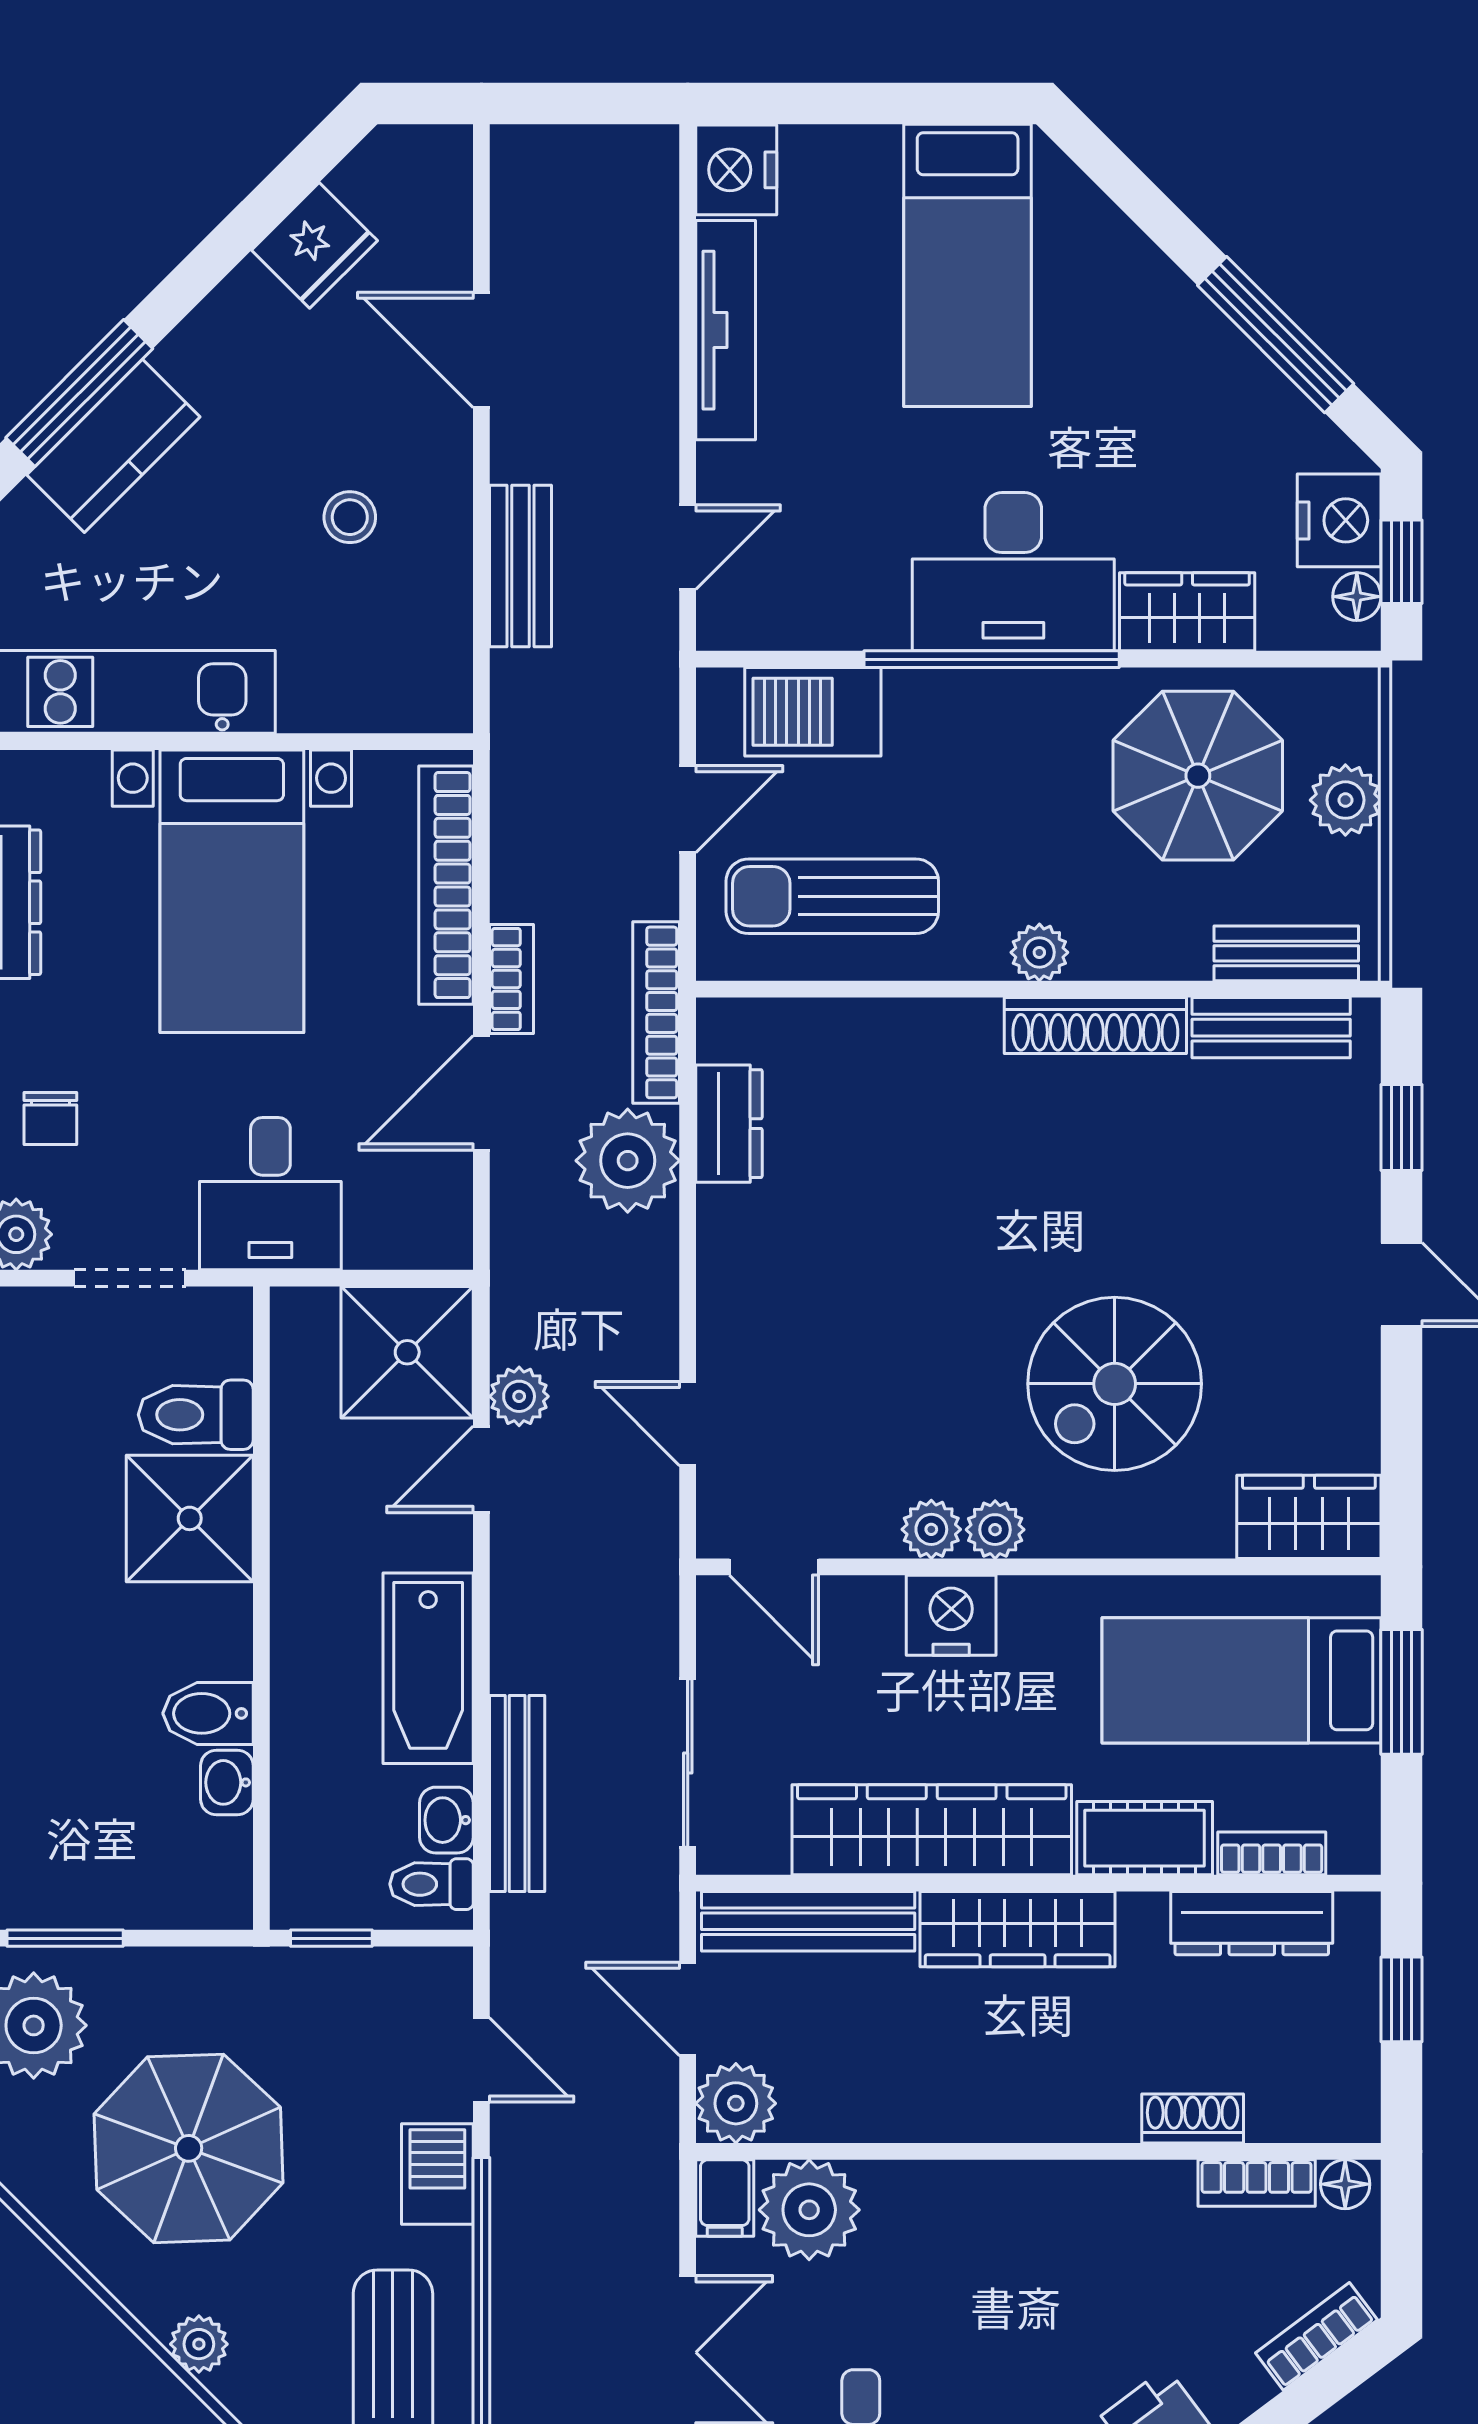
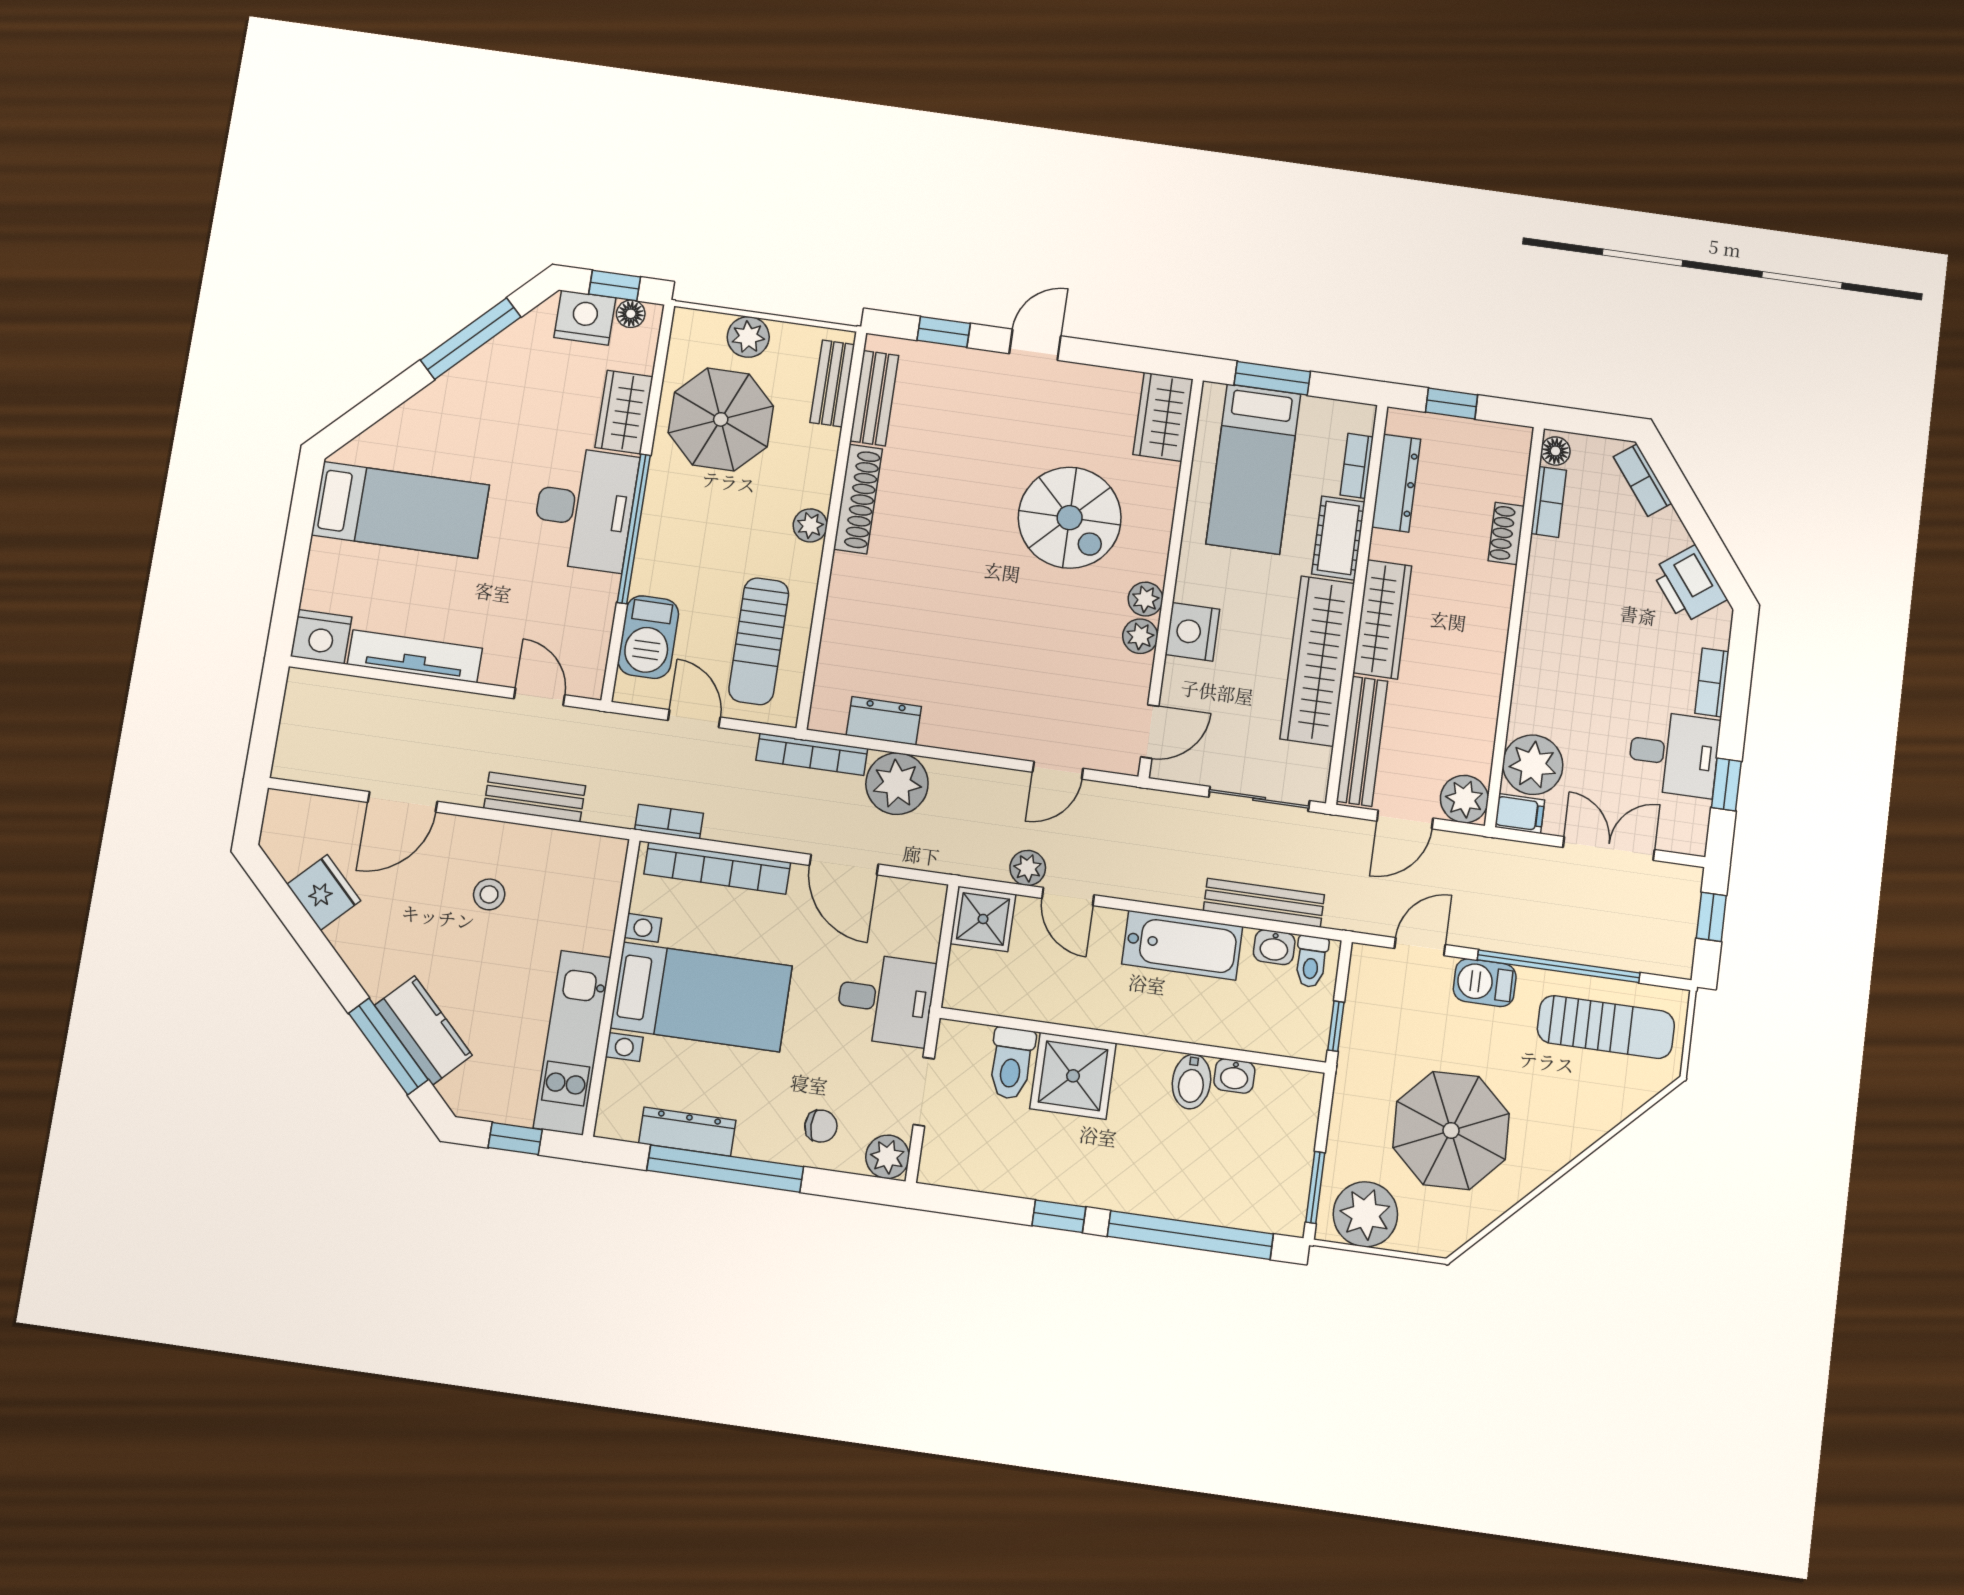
bookcase: (511, 979) -> (669, 822), moved
shower: (407, 1352) -> (983, 919), width x0.73, depth x0.73
plant: (199, 2344) -> (1569, 1141), removed

